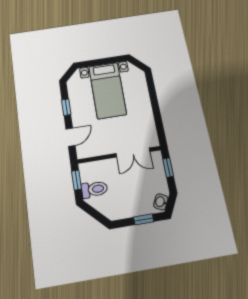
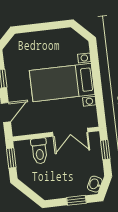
bed with nightstands: (108, 90) -> (62, 82), moved, turned 90
toilet: (94, 189) -> (39, 151), moved, turned 90

